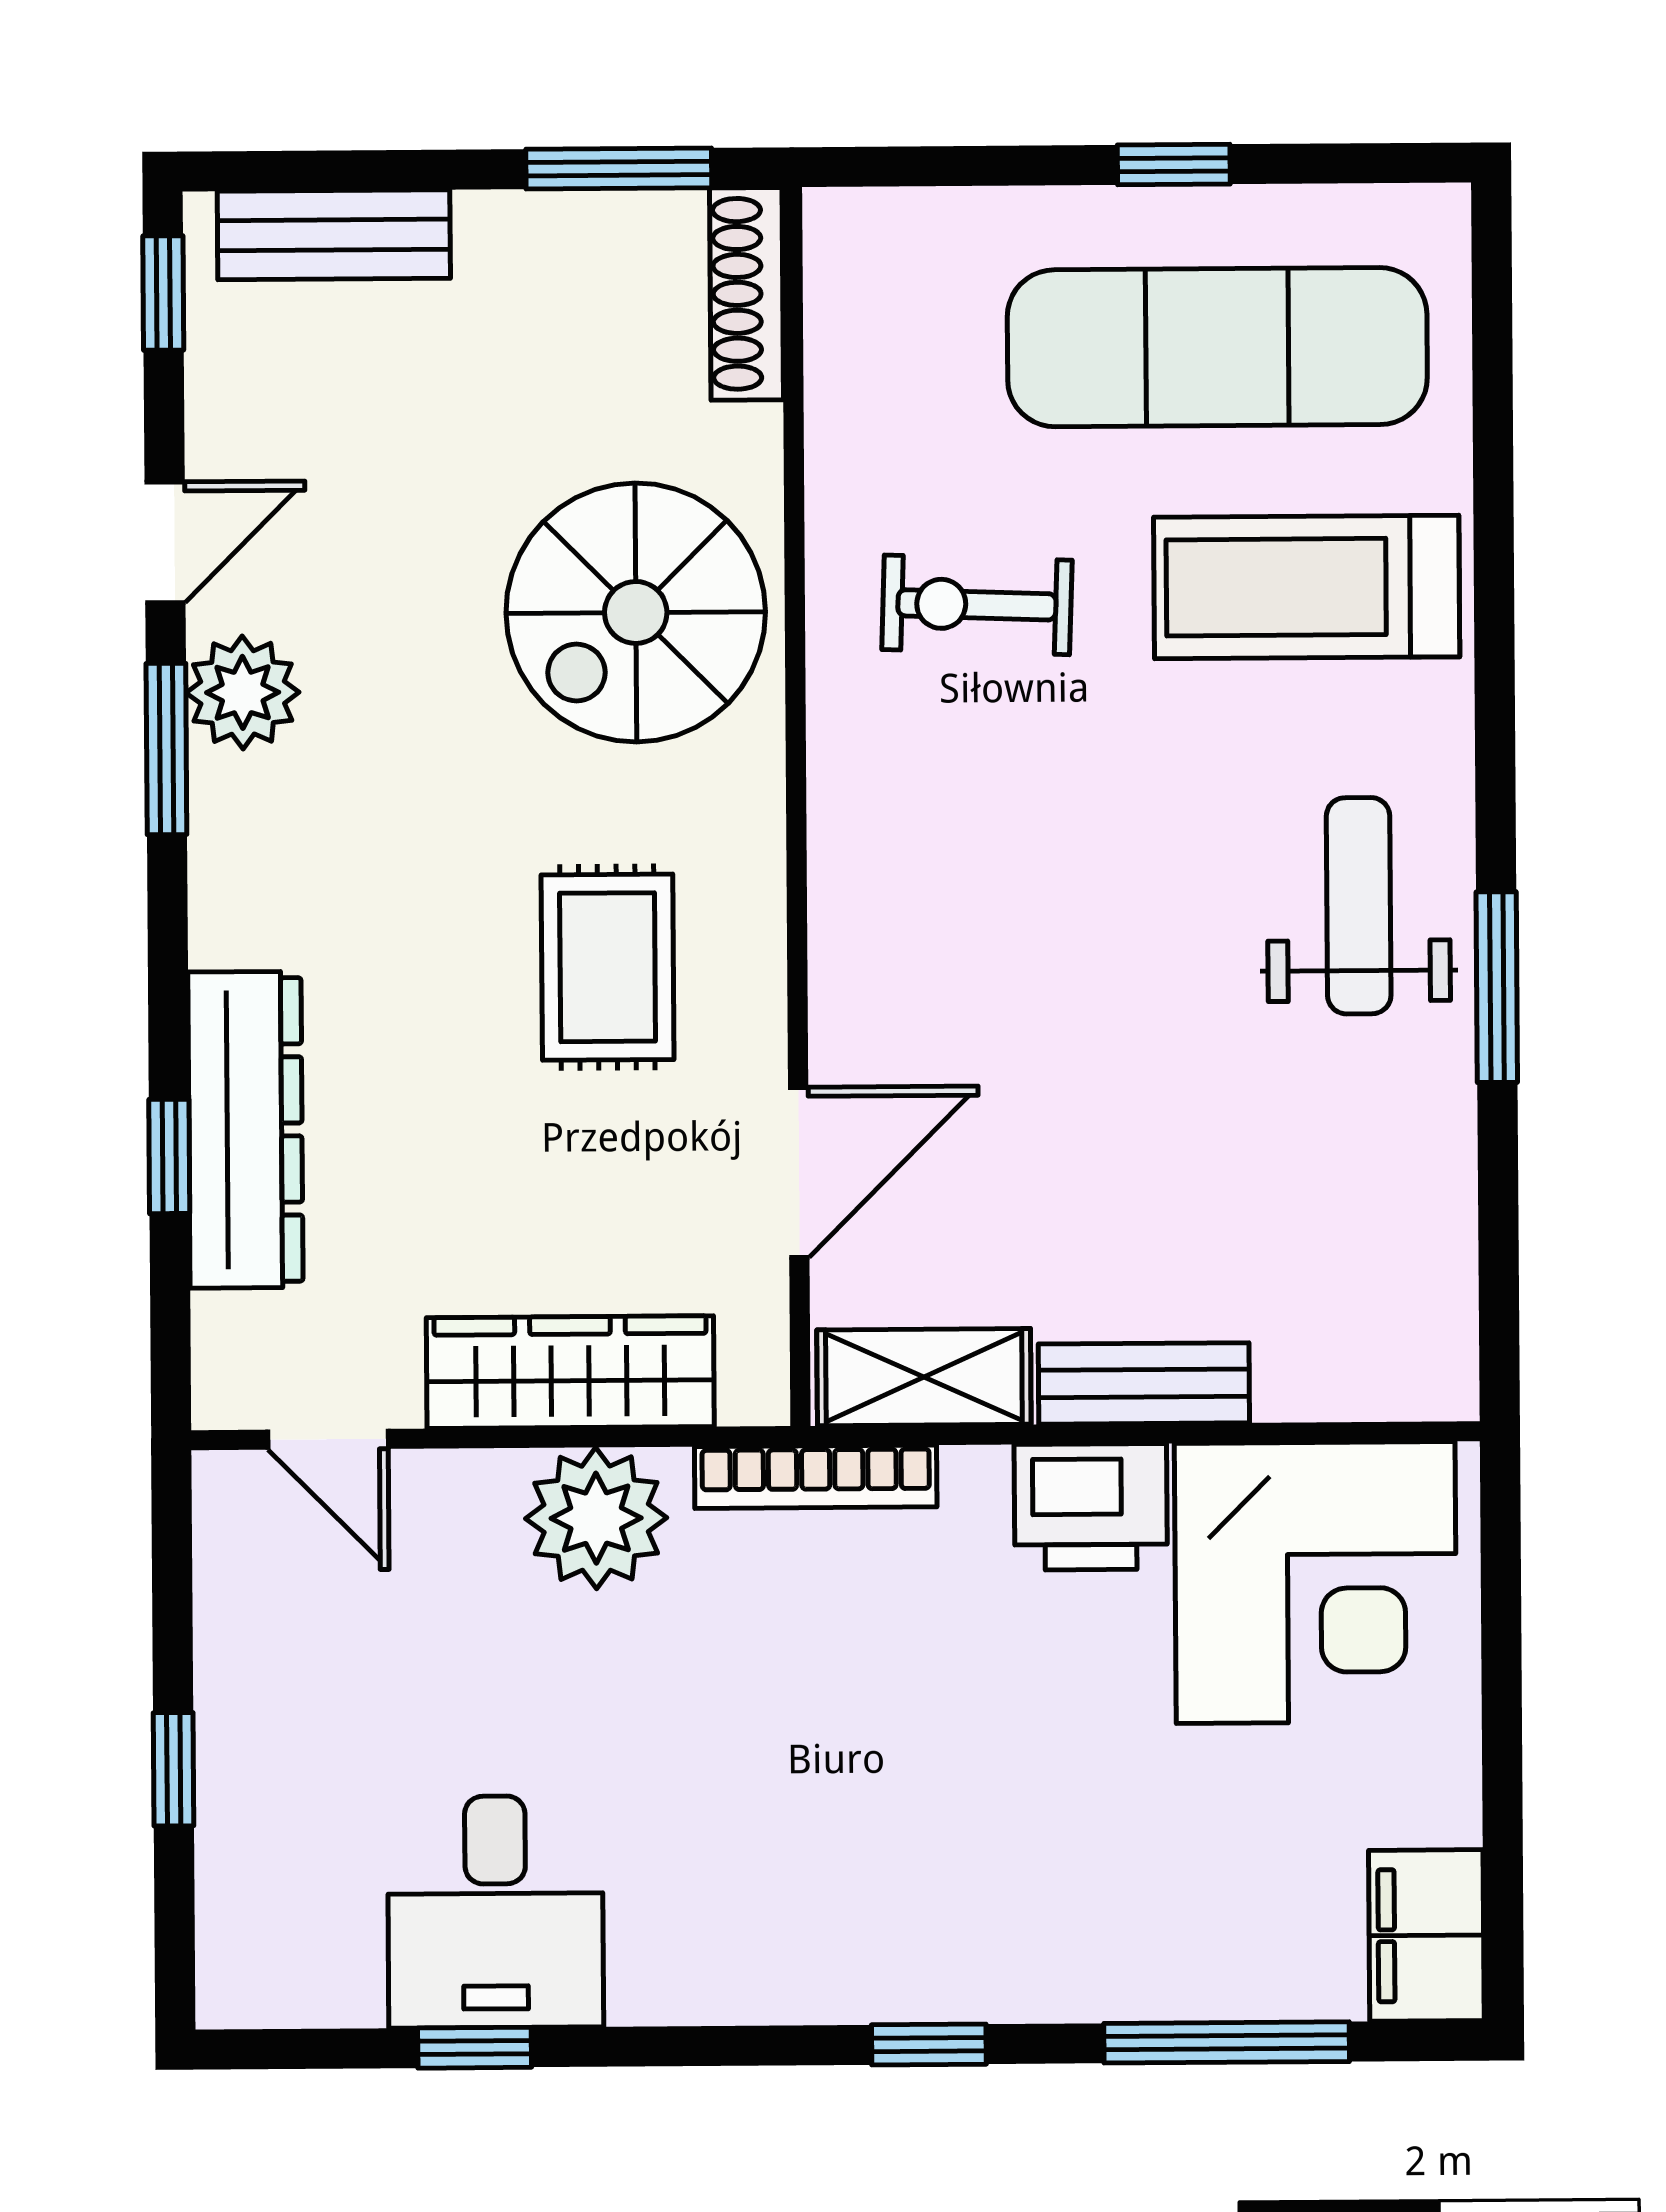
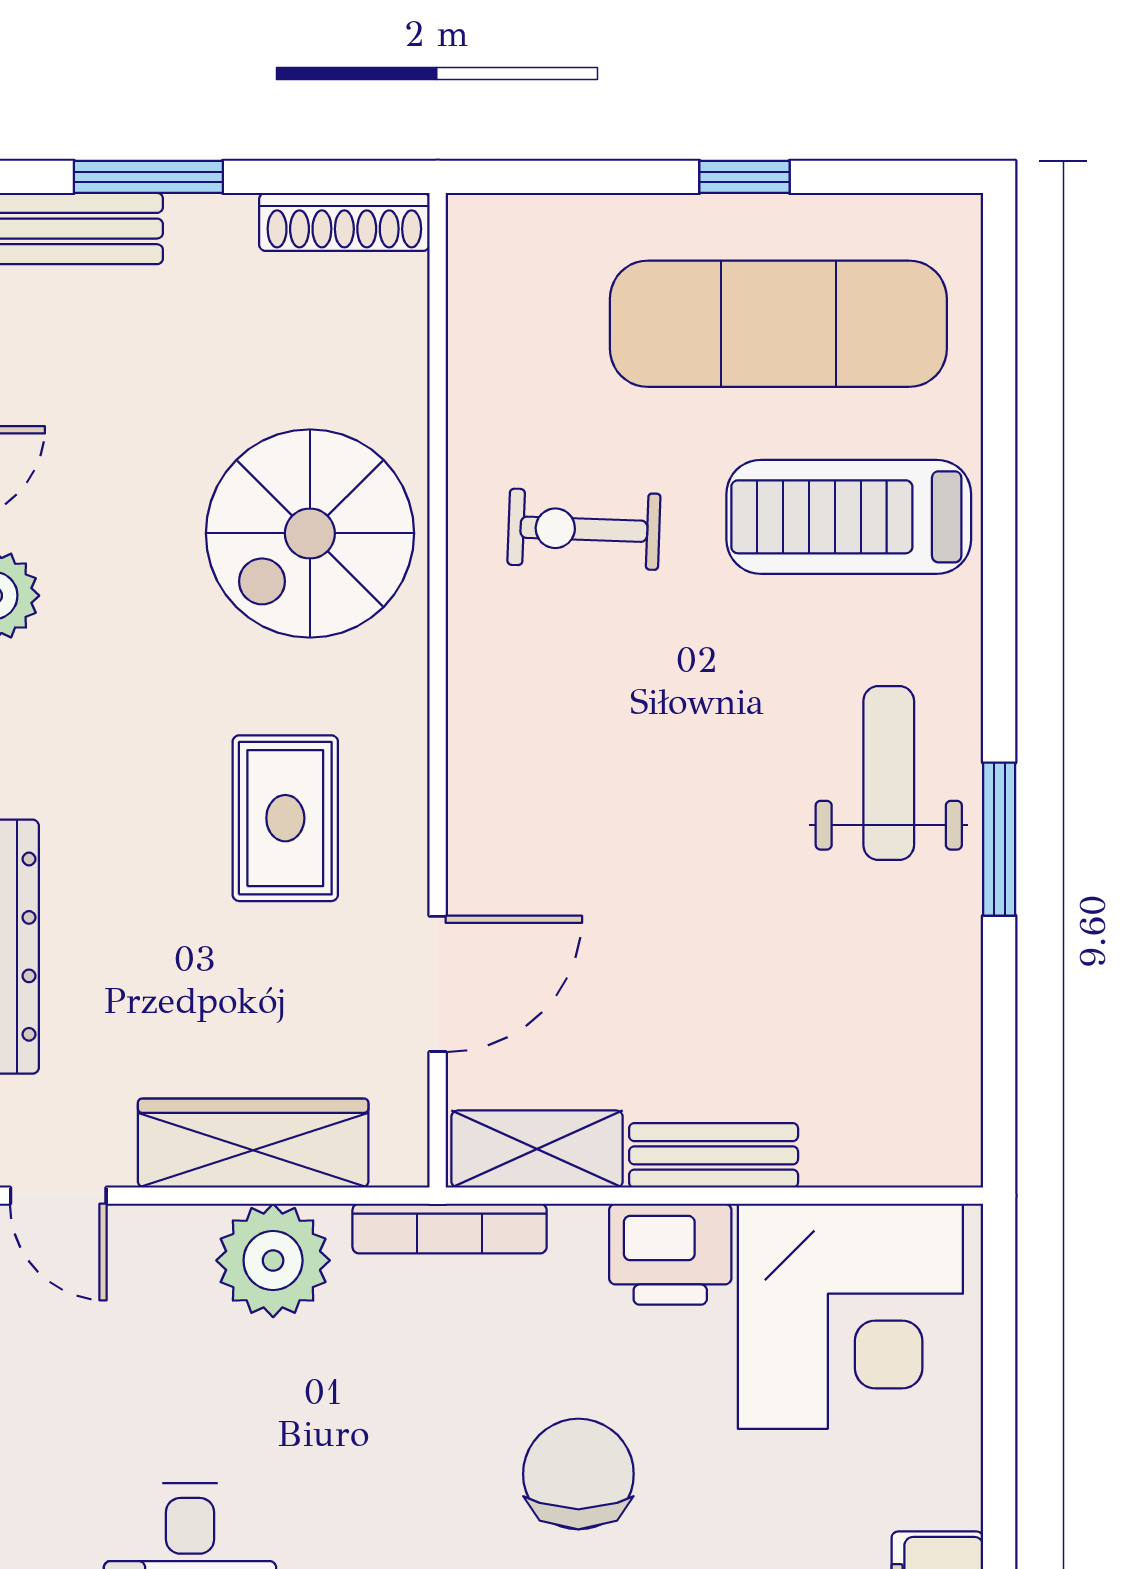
window: (619, 168) -> (148, 177), moved
shoe rack: (747, 294) -> (344, 222), moved, turned -90
chair: (978, 1781) -> (578, 1474), added

